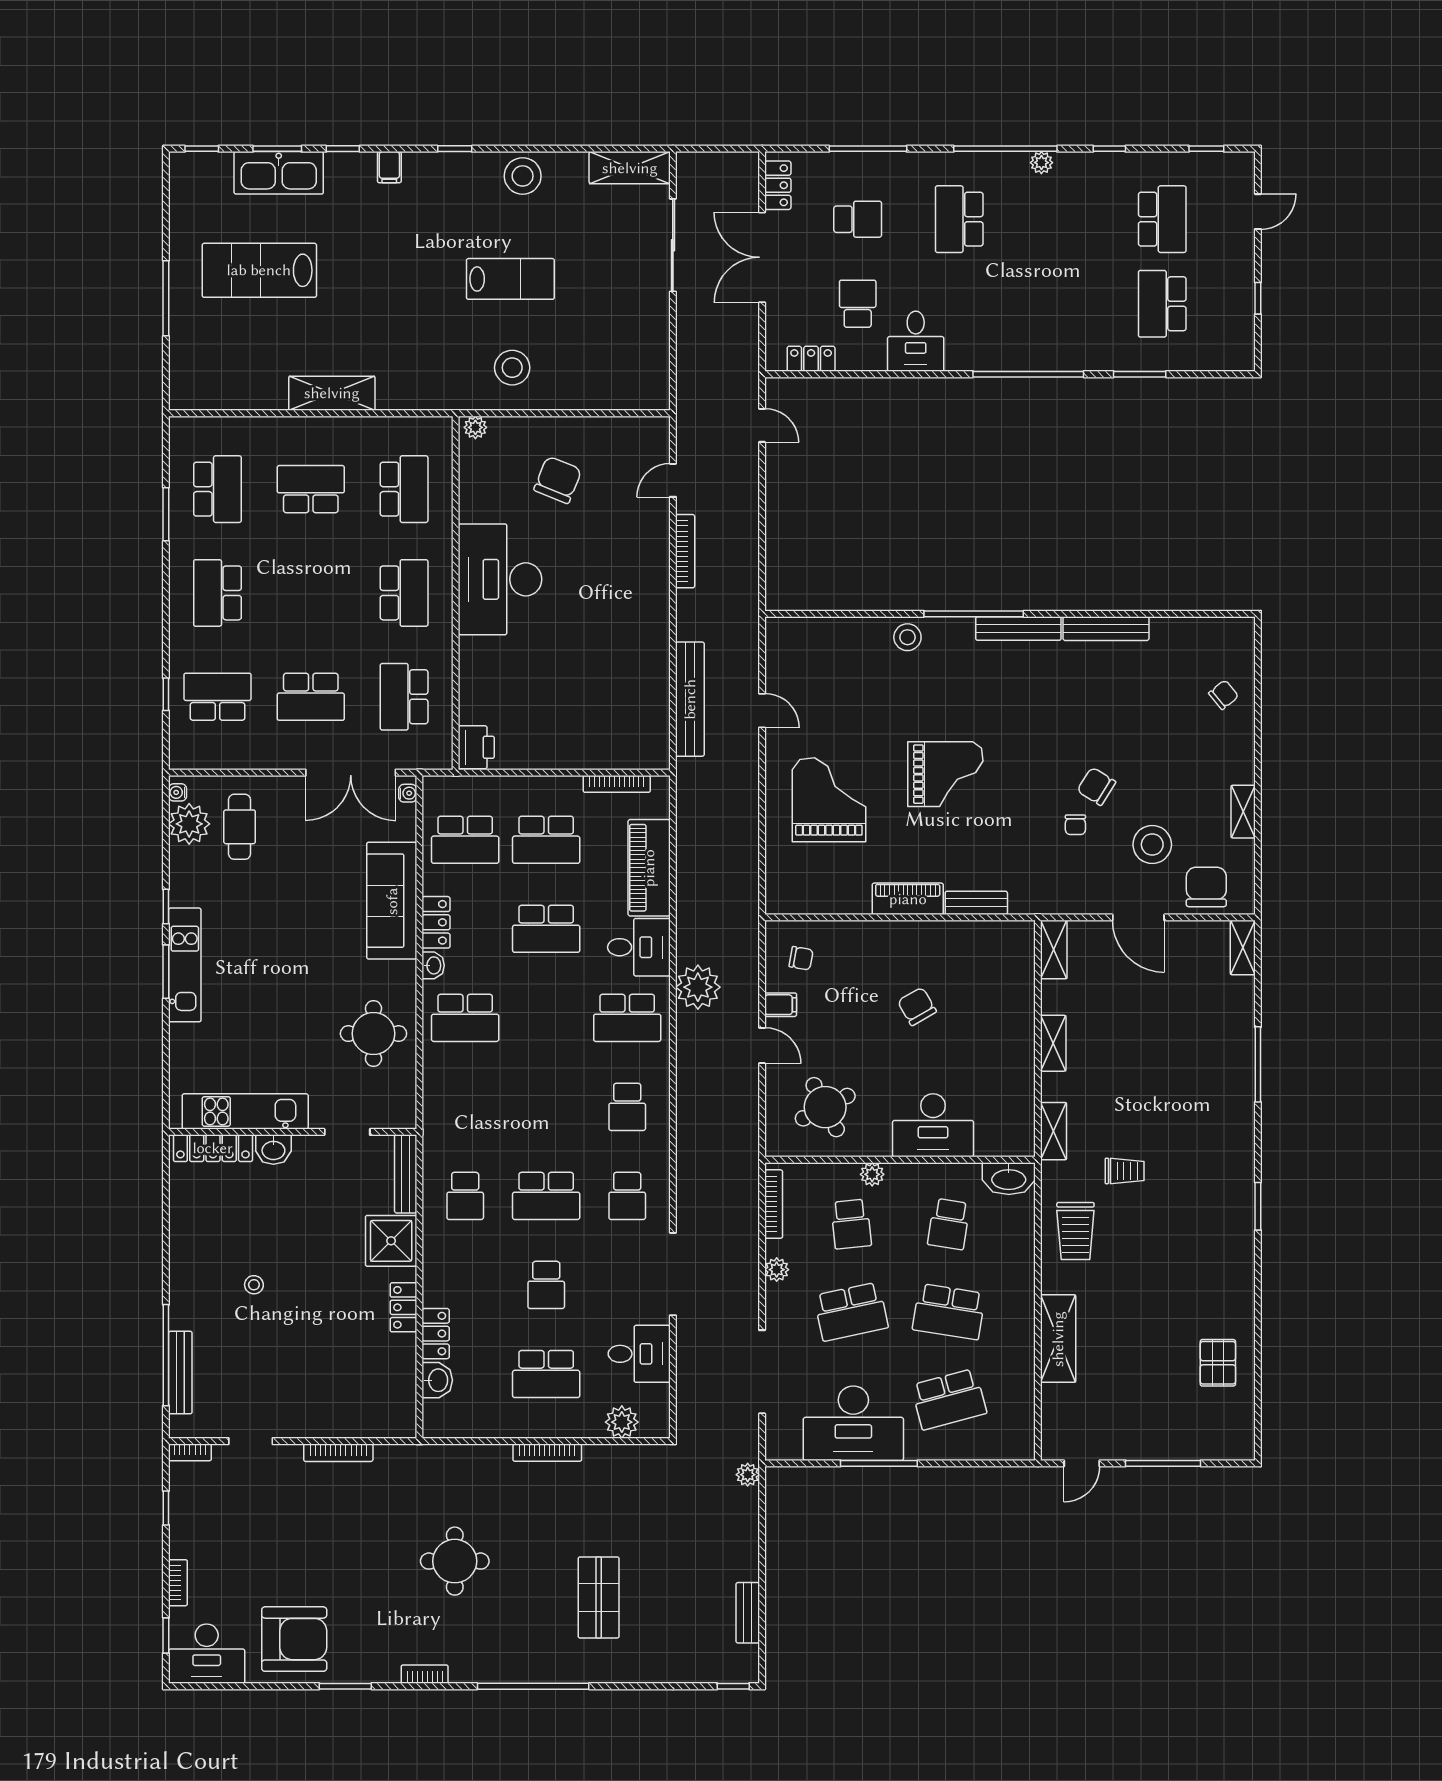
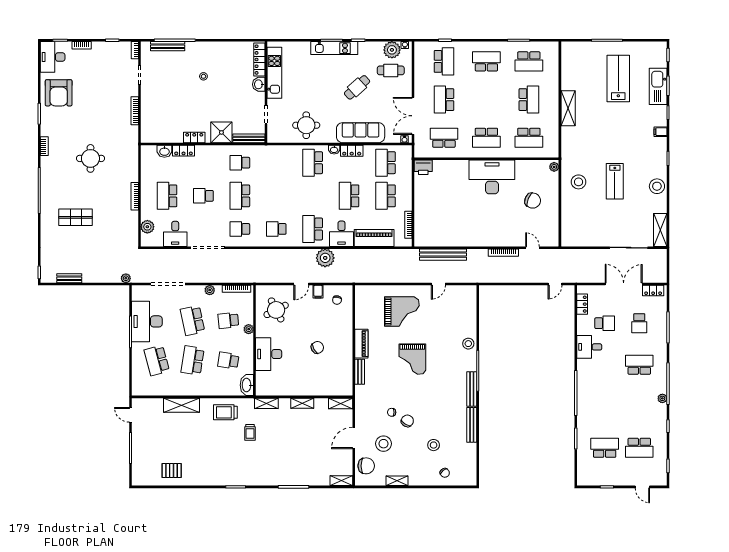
stool: (1156, 722) -> (434, 445), added
cafe table: (281, 909) -> (357, 87), added

